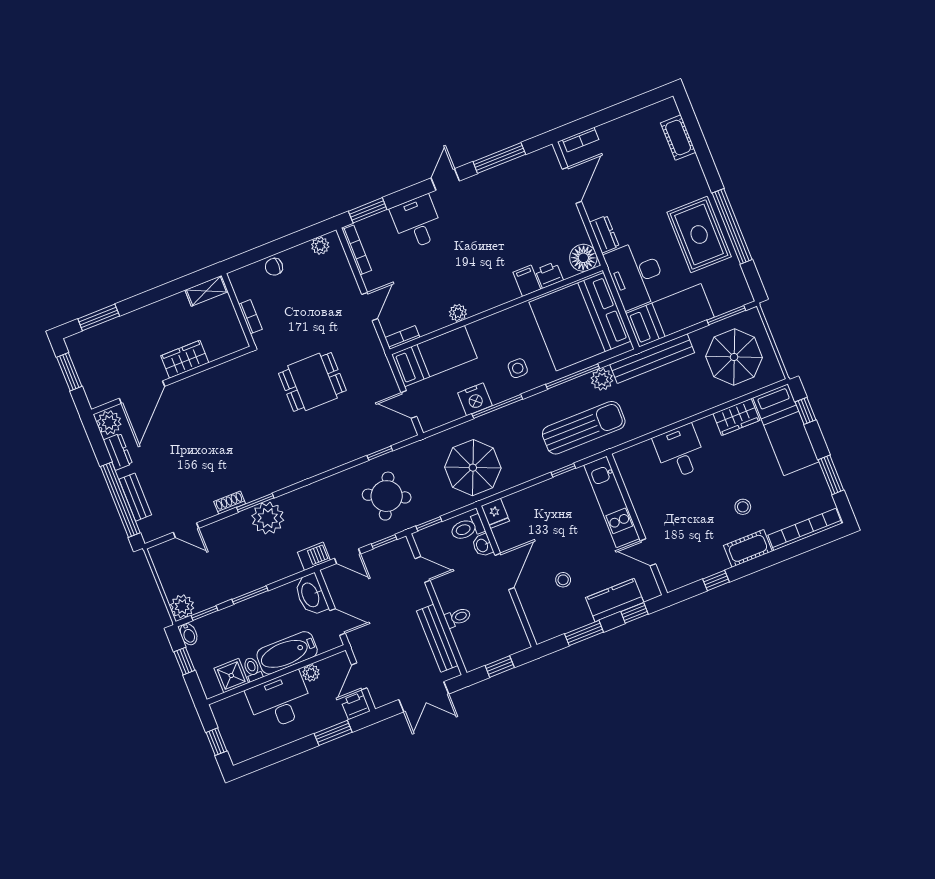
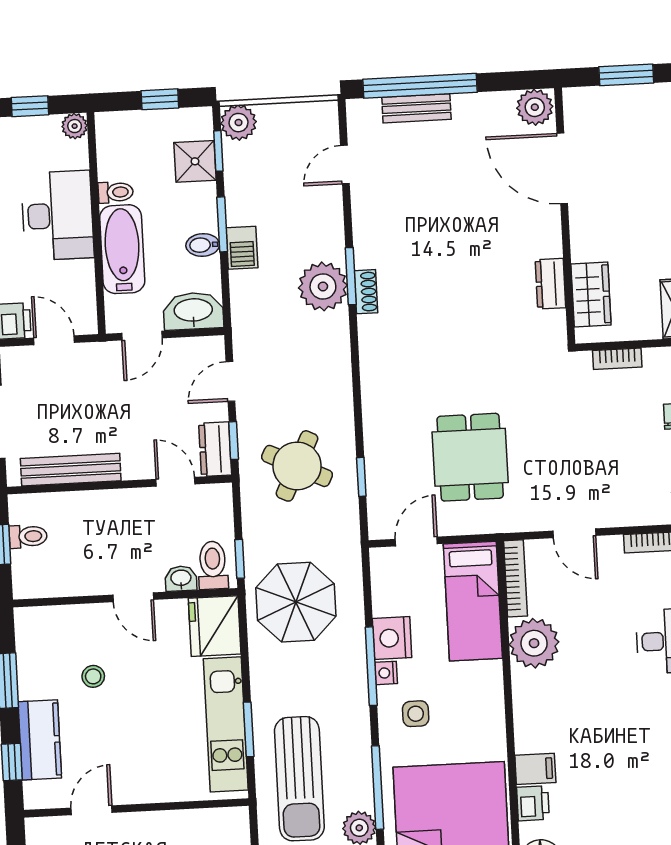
plant: (458, 313) -> (534, 643), width x1.88, depth x1.88
bookcase: (402, 337) -> (515, 578), width x1.56
wardrobe: (185, 359) -> (591, 295), moved
dining table: (312, 382) -> (470, 457), moved
nightstand: (498, 396) -> (386, 673), added
dresser: (118, 452) -> (550, 284), moved, turned 90
window: (563, 470) -> (249, 729), width x1.50
kitchen unit: (612, 502) -> (226, 724), moved, turned -90
shoe rack: (230, 503) -> (366, 292), moved
fridge: (495, 513) -> (215, 626), width x1.88, depth x1.34
window: (429, 524) -> (240, 559), moved
dresser: (393, 551) -> (215, 449), added
barbecue: (314, 556) -> (242, 248), moved
door: (423, 569) -> (175, 482), swing flipped
door: (505, 571) -> (133, 597), width x0.73
toilet: (458, 617) -> (28, 536), moved, turned -90
bidet: (189, 634) -> (203, 245), moved
plant: (311, 673) -> (75, 126), moved
shower: (231, 676) -> (195, 161), moved

